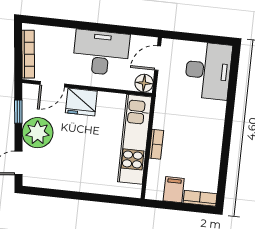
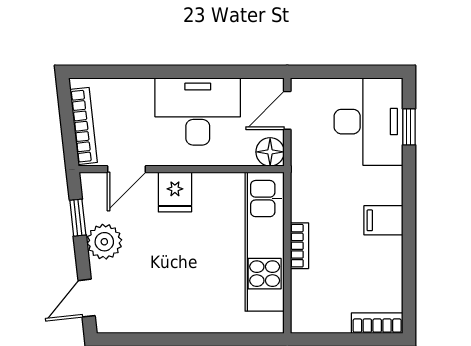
window: (233, 77) -> (409, 127), added
fridge: (81, 102) -> (175, 192), width x0.72
plant: (38, 133) -> (104, 242), width x0.73, depth x0.73
filing cabinet: (174, 190) -> (383, 220), moved, turned -90

